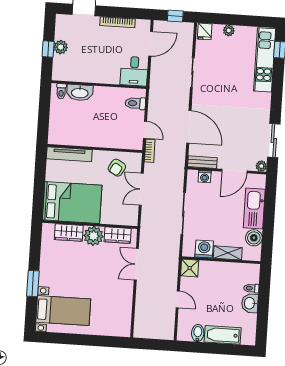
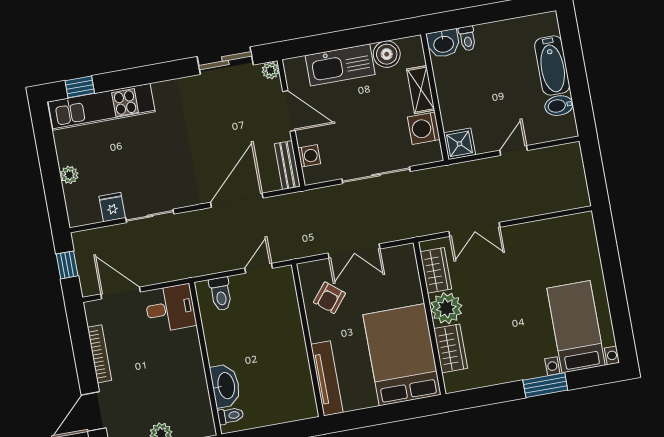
fridge: (205, 31) -> (112, 207), moved, turned -90
bookcase: (150, 151) -> (290, 253), removed
armchair: (117, 168) -> (329, 298), turned 99
washbasin: (250, 303) -> (443, 44), moved

